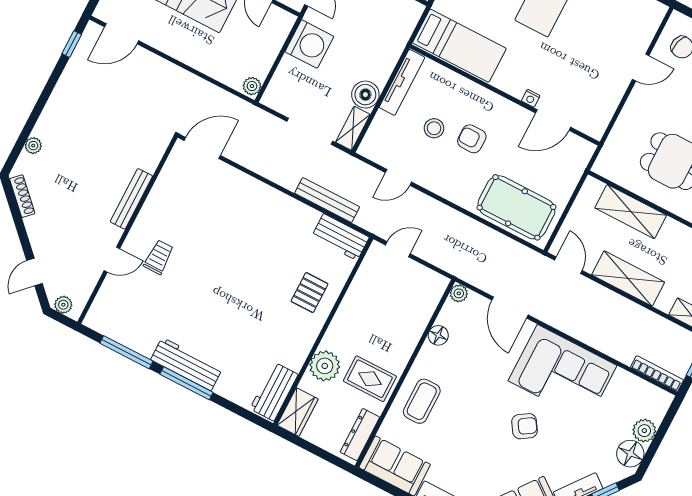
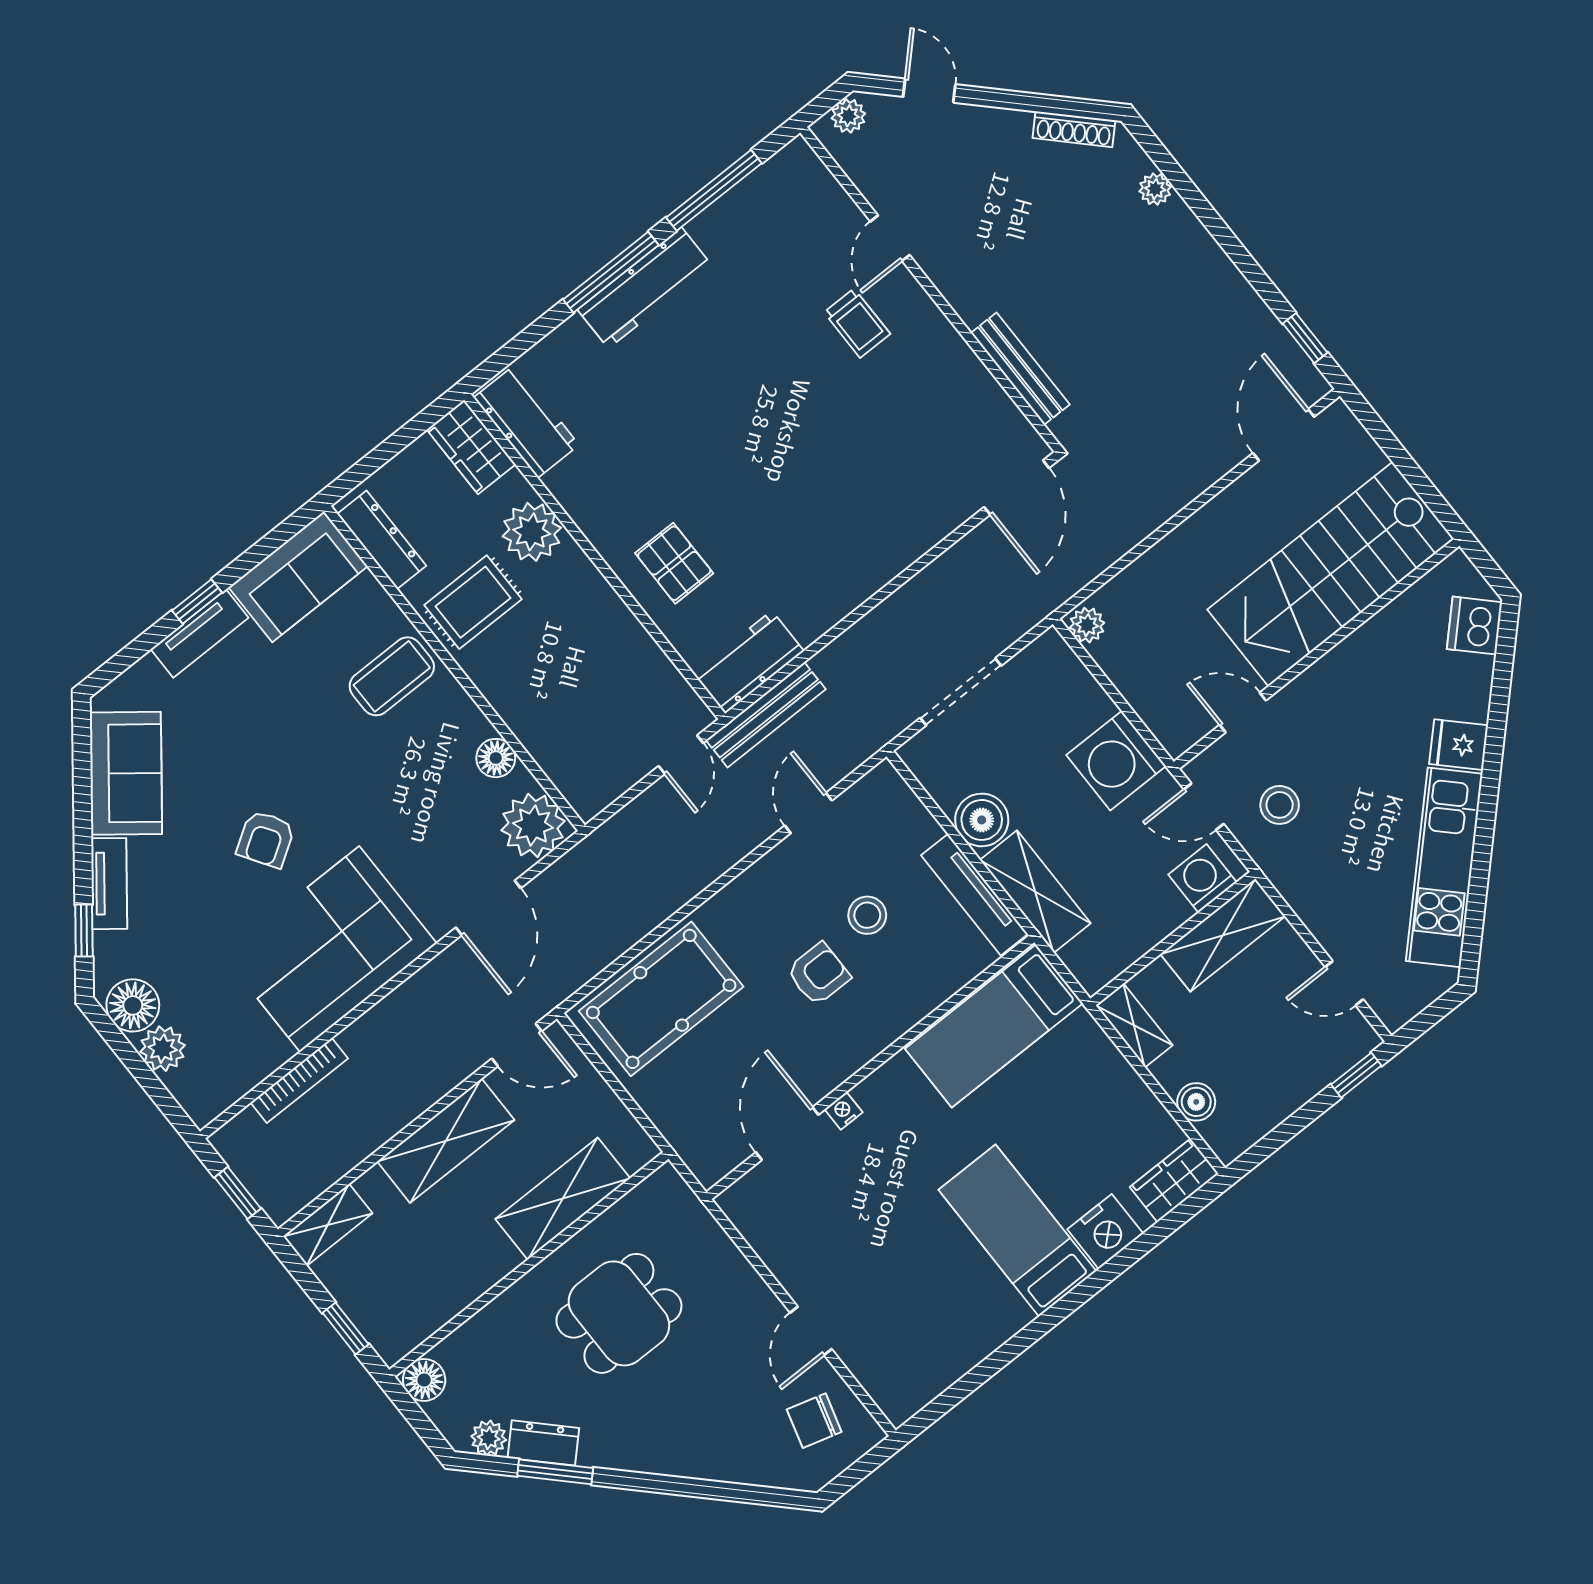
shelving: (353, 128) -> (1035, 892), moved, width x1.50, depth x1.33
bench: (131, 199) -> (1020, 369), moved
bench: (327, 200) -> (766, 715), moved
plant: (459, 293) -> (533, 826), width x1.87, depth x1.87
door: (510, 307) -> (488, 908), swing flipped
bookcase: (657, 374) -> (299, 1080), moved
coffee table: (422, 401) -> (392, 676), turned 90

